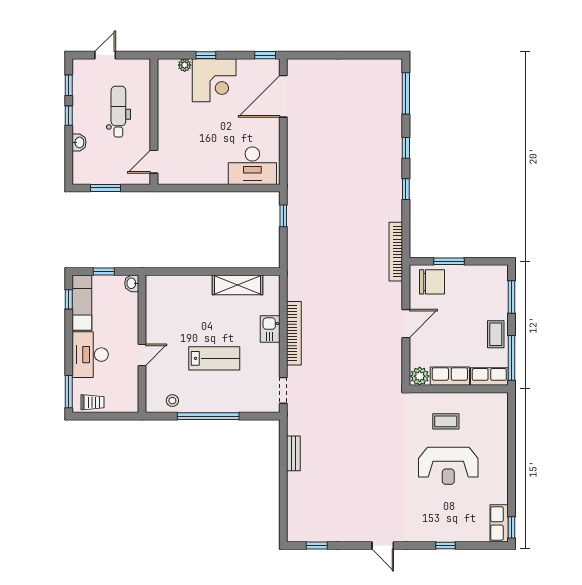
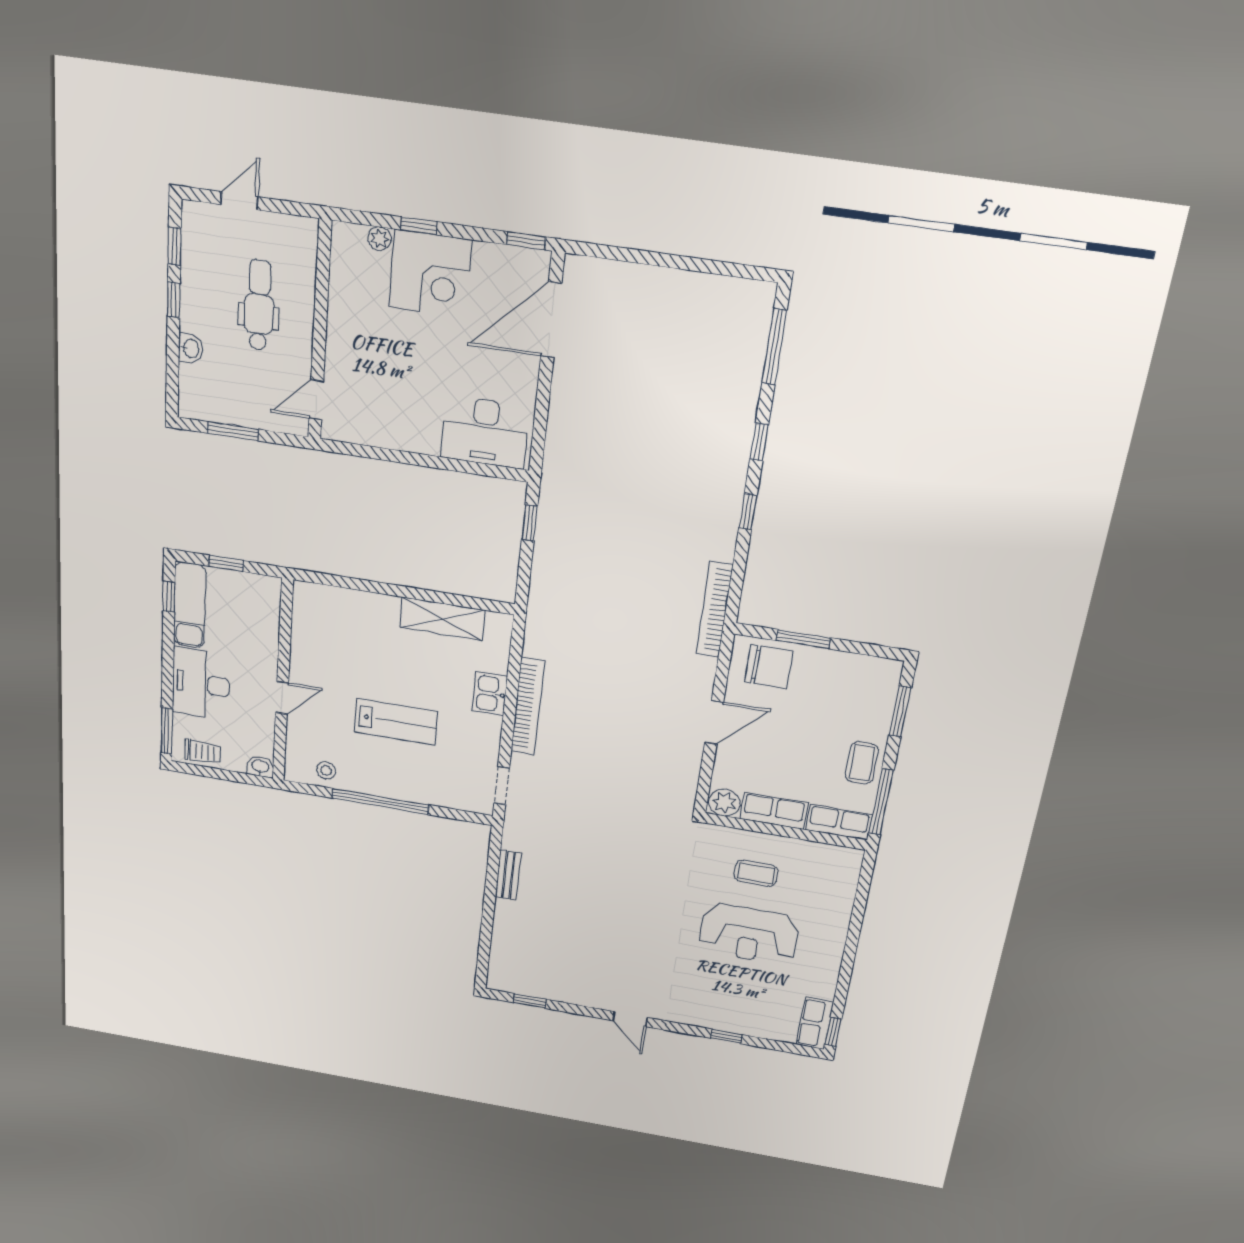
washbasin: (132, 283) -> (260, 767), moved, turned 90

